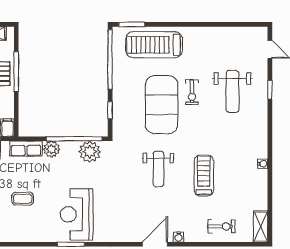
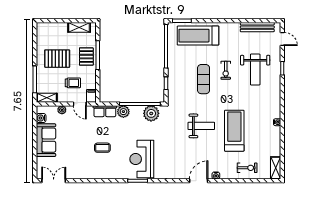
bench: (235, 33) -> (257, 27), added
exercise mat: (162, 105) -> (204, 79), width x0.50, depth x0.69
weight bench: (158, 169) -> (201, 126), turned -90
treadmill: (204, 175) -> (234, 131), width x1.37, depth x1.38

